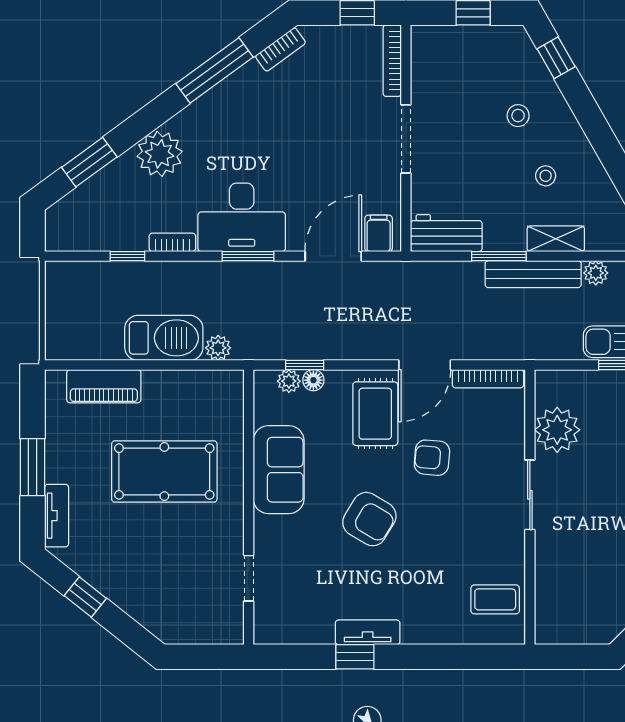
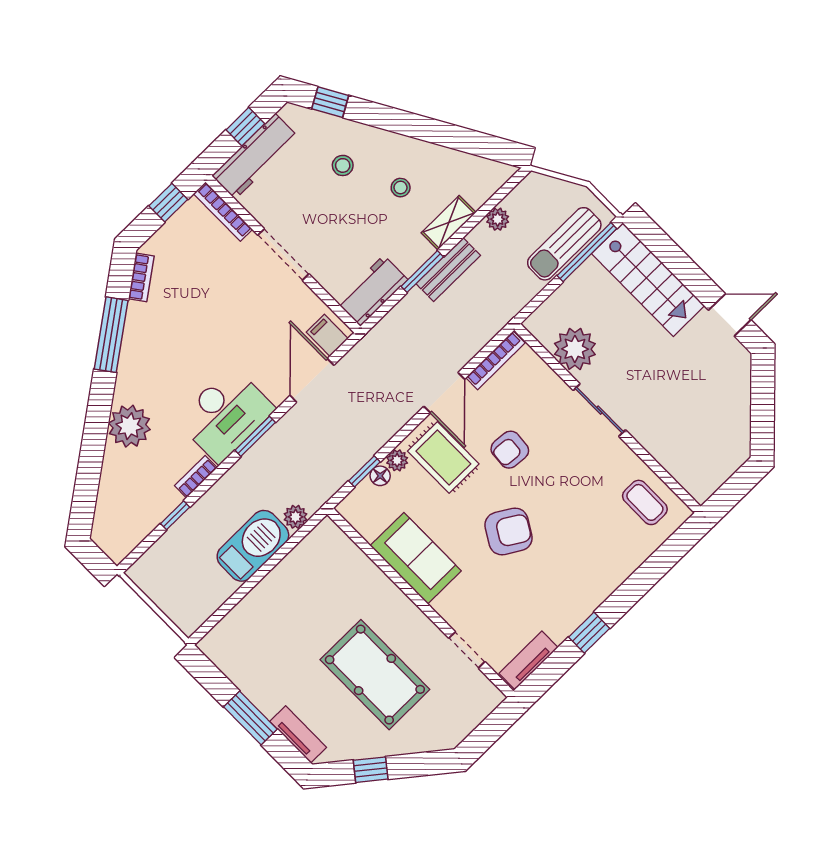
workbench: (458, 43) -> (255, 156), added
window: (89, 162) -> (88, 478), removed
bench: (533, 274) -> (448, 270), width x0.73
plant: (289, 381) -> (397, 460), moved
piano: (104, 386) -> (245, 617), removed
pool table: (164, 472) -> (375, 675), moved, turned 90
coffee table: (495, 599) -> (645, 502), turned 90
tv unit: (368, 632) -> (529, 660), moved

